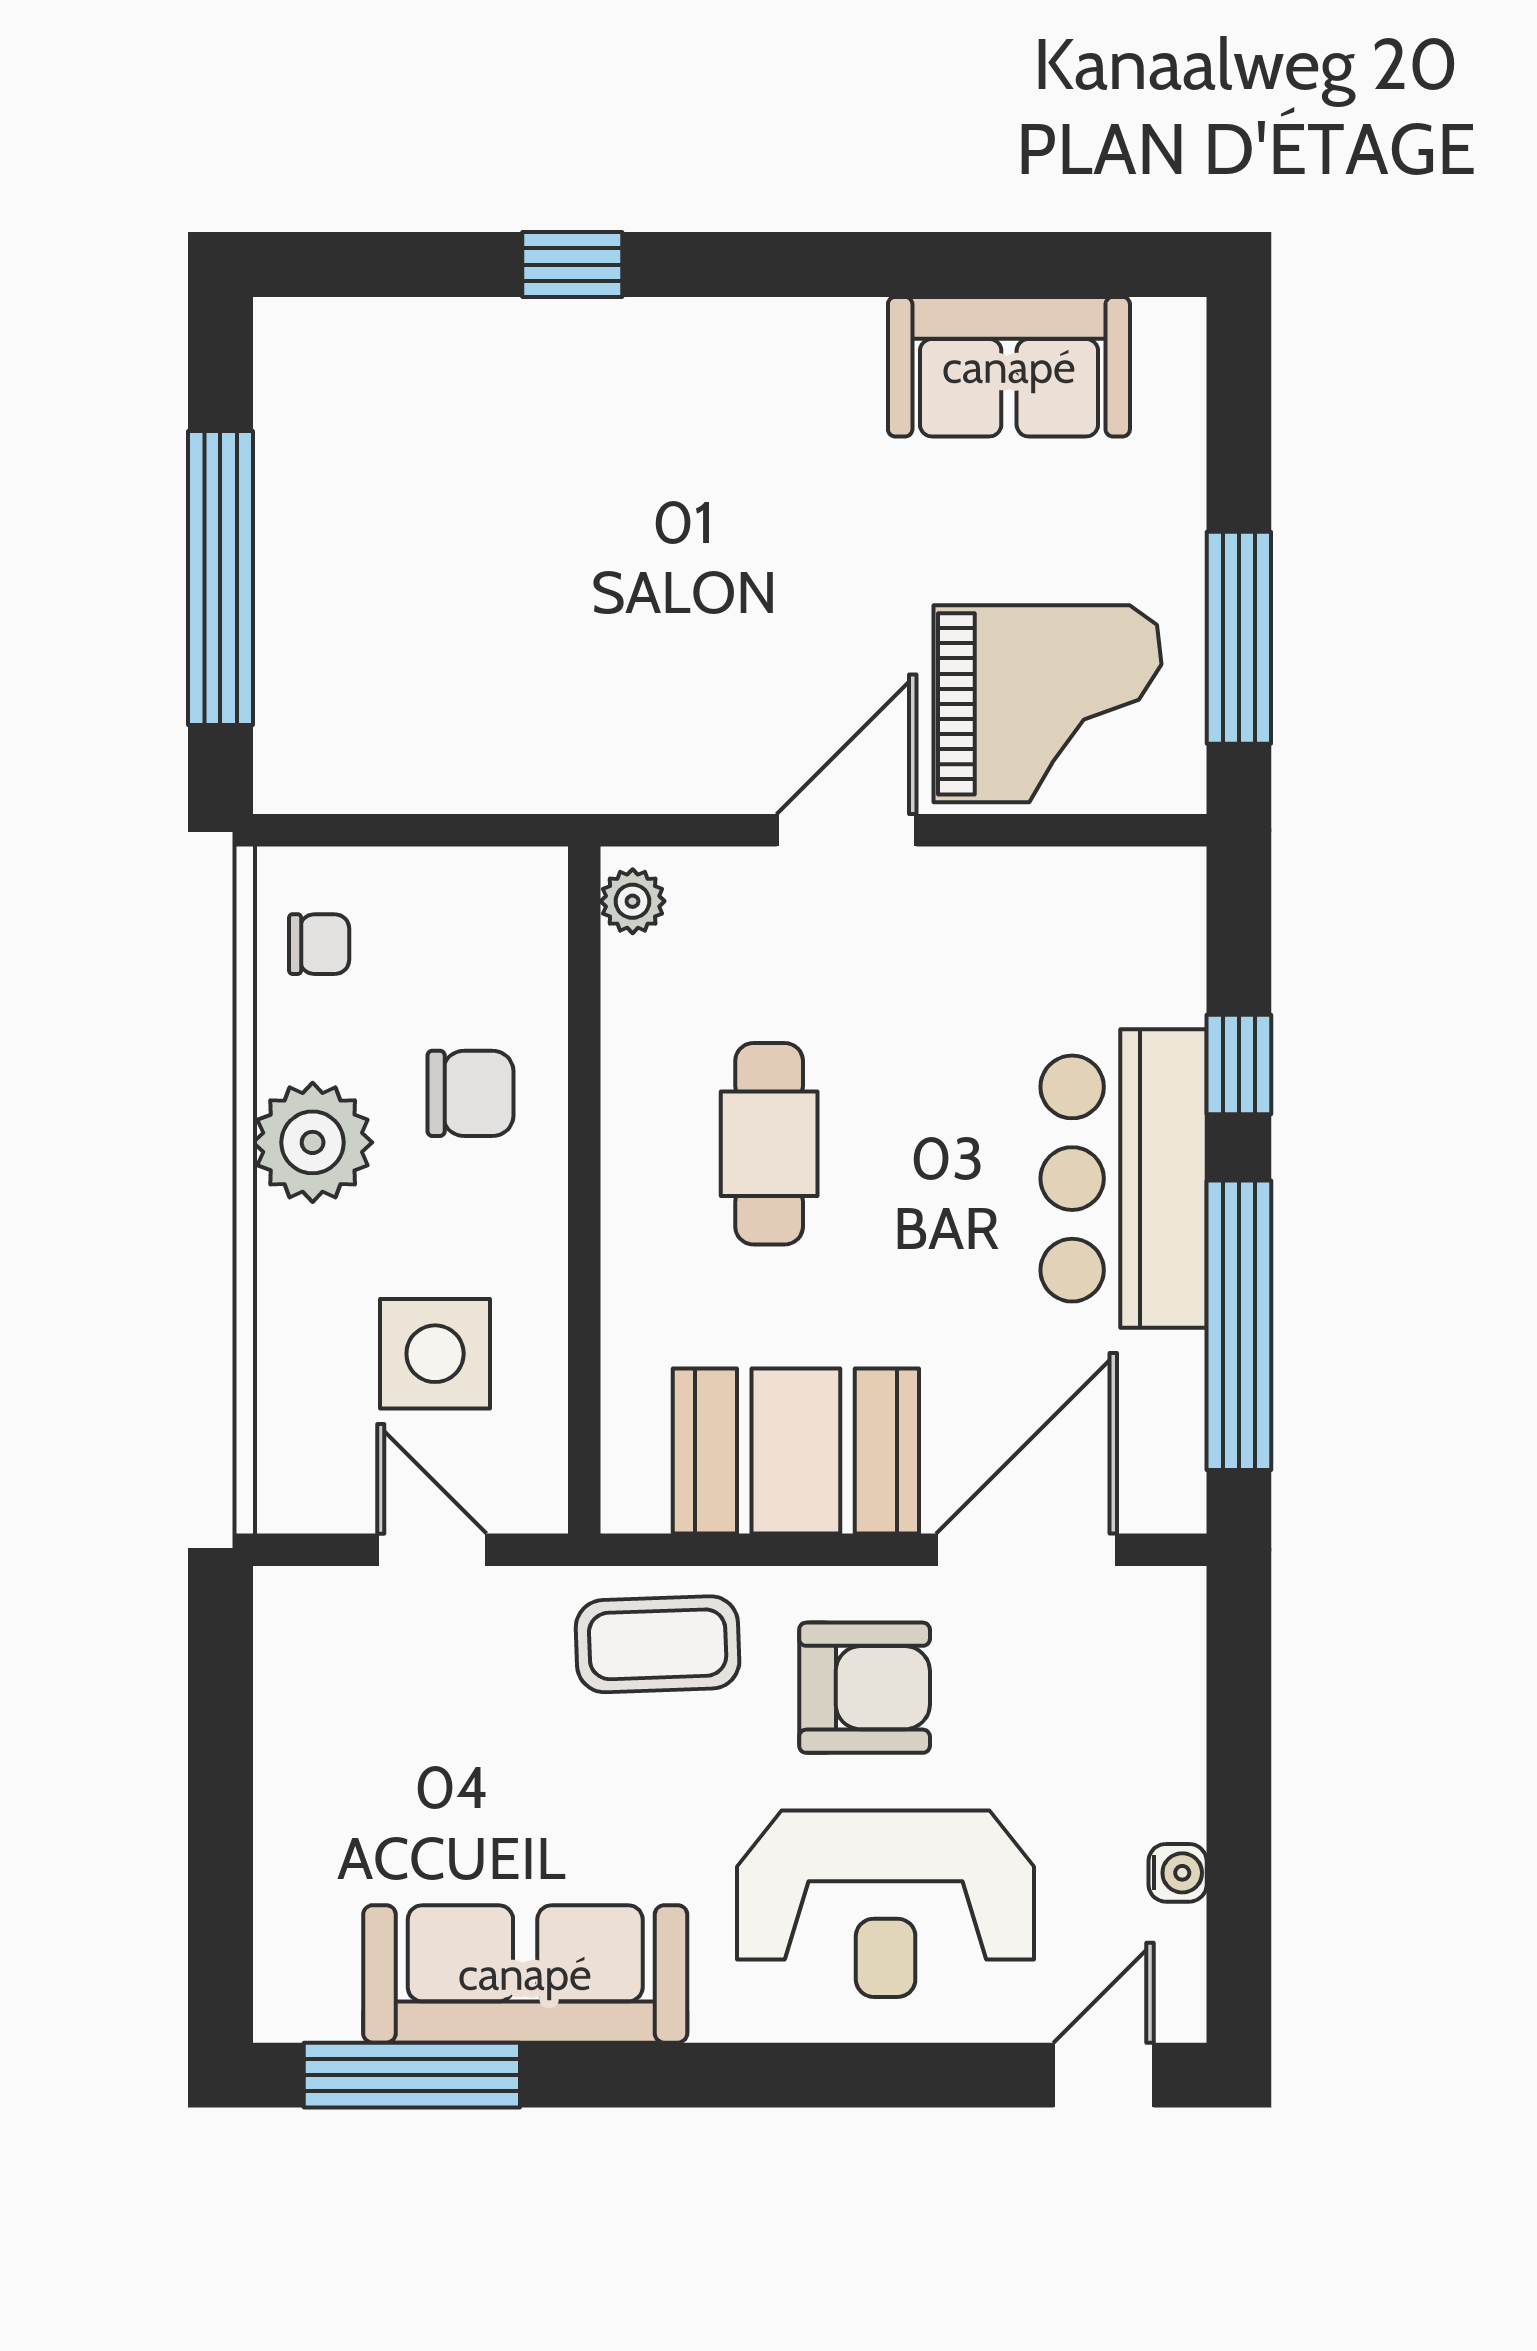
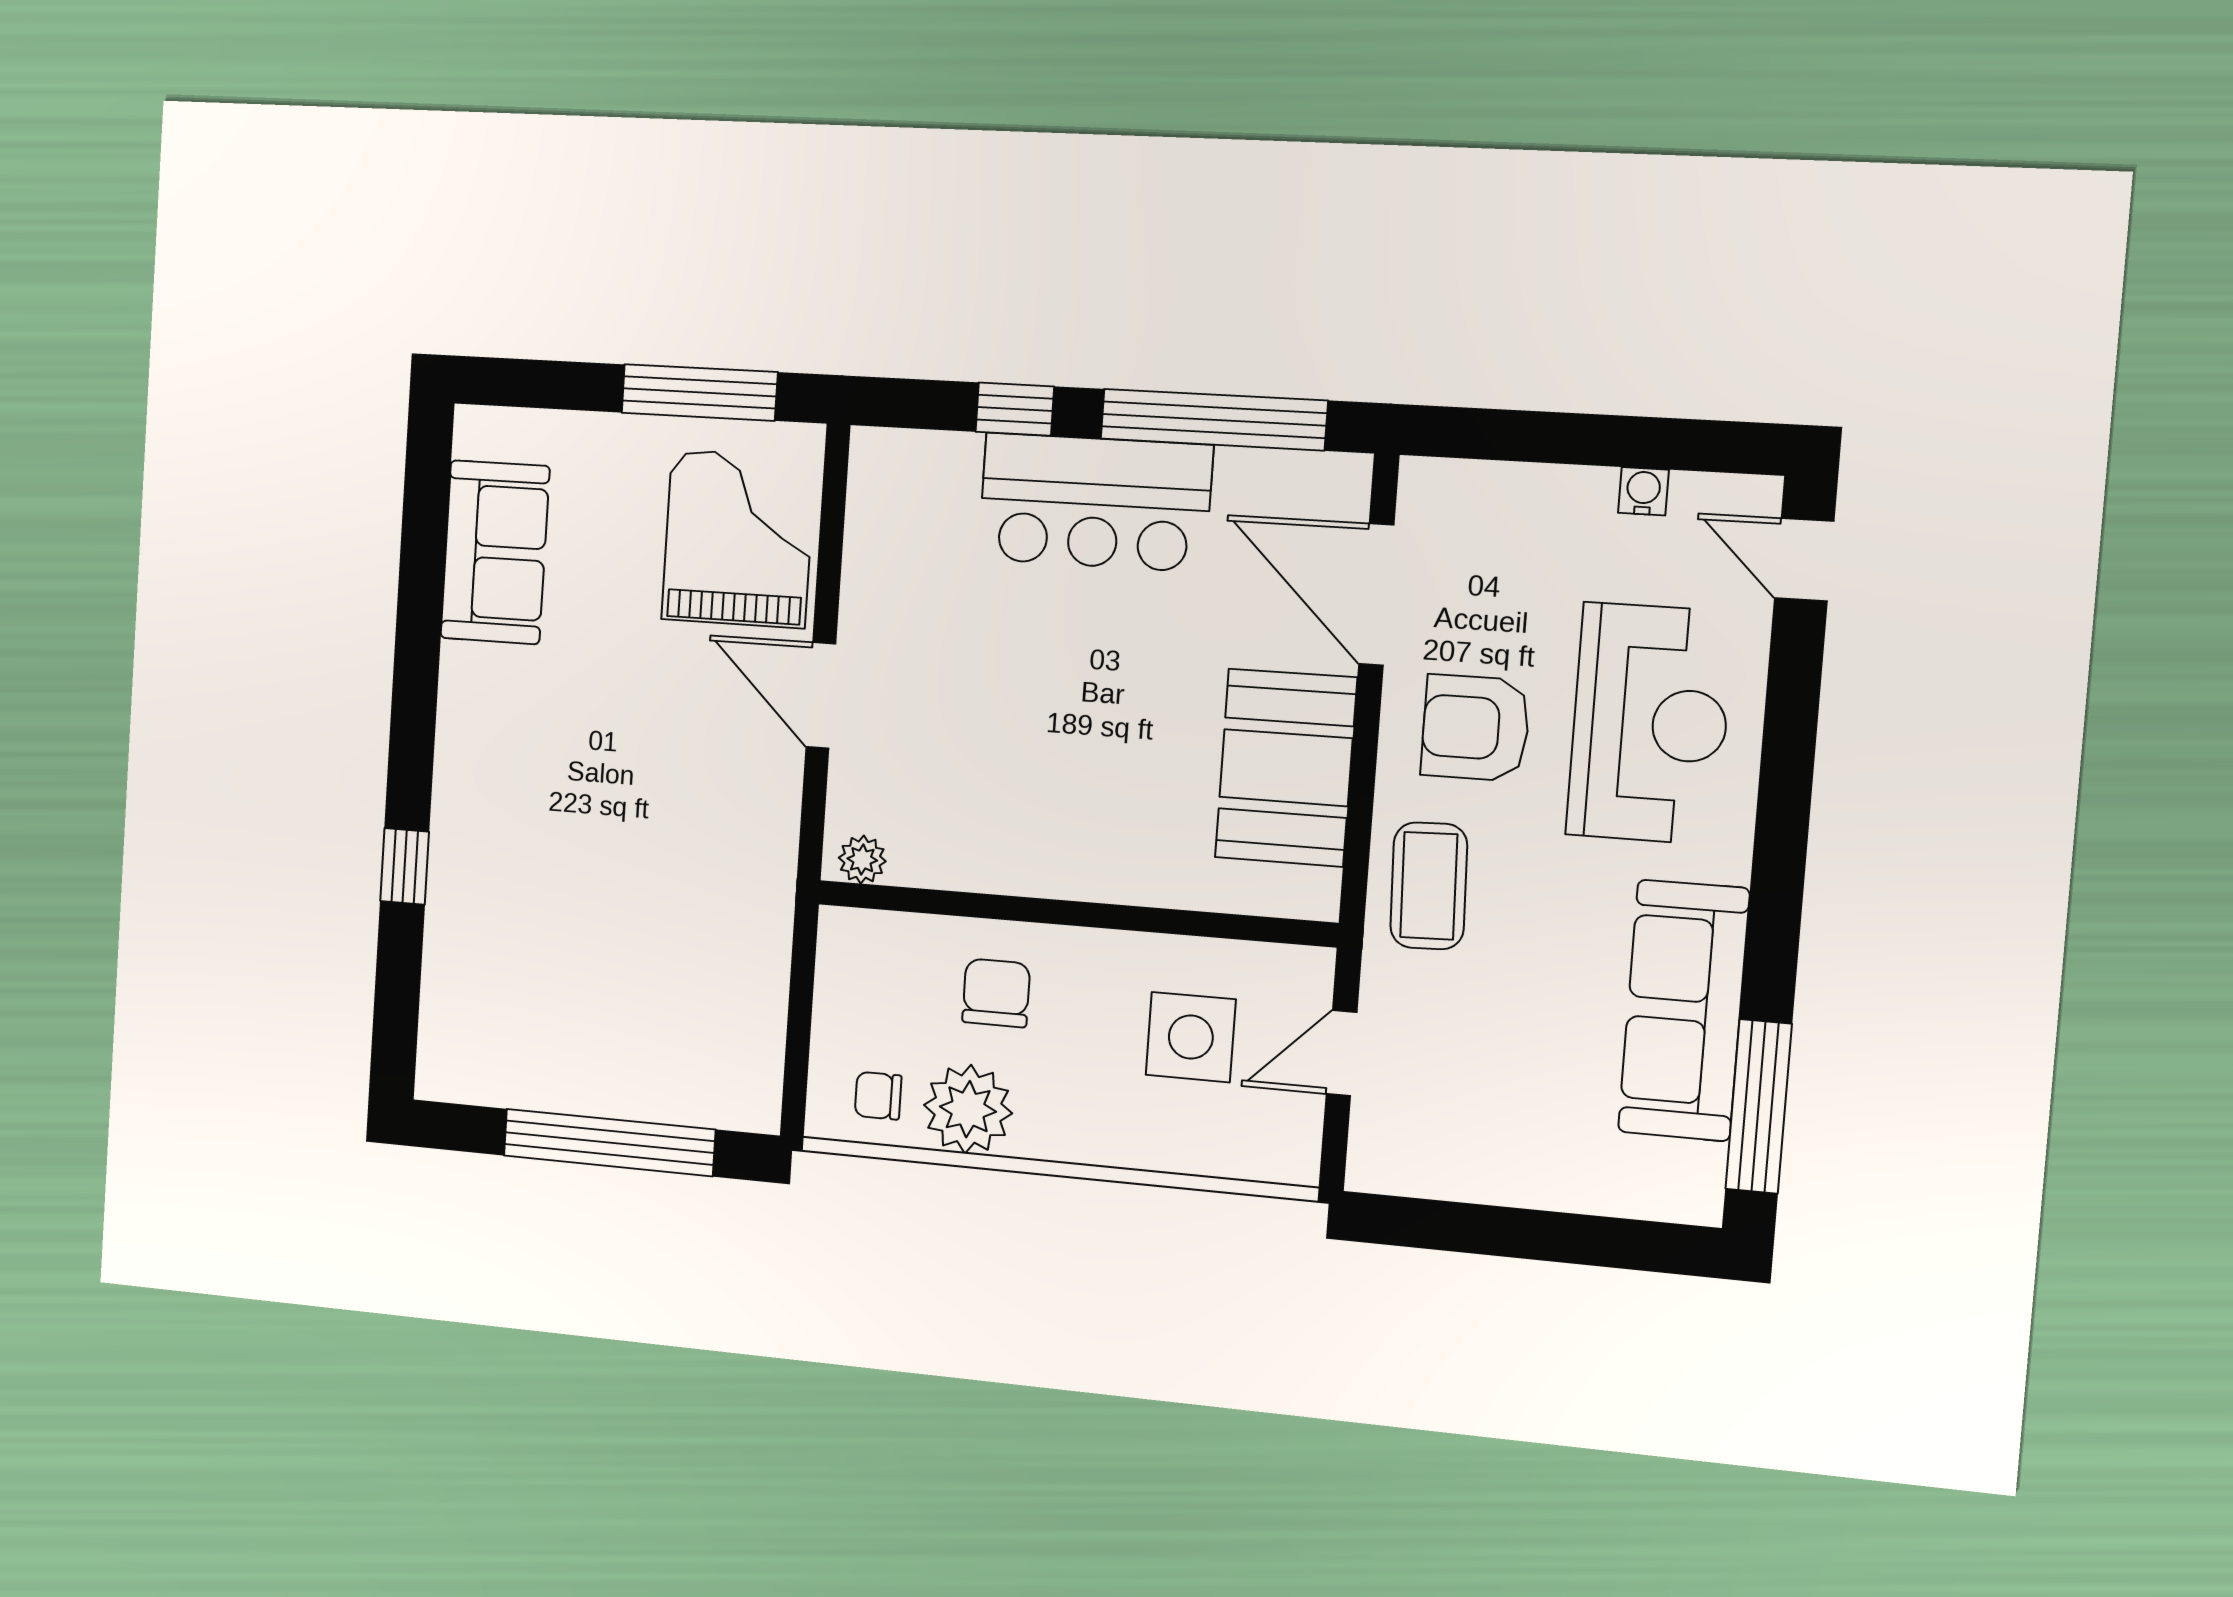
chair: (319, 944) -> (878, 1096), turned -90
plant: (313, 1142) -> (968, 1109), moved
cafe table: (769, 1144) -> (1050, 771), removed
armchair: (865, 1688) -> (1475, 728), turned -90

